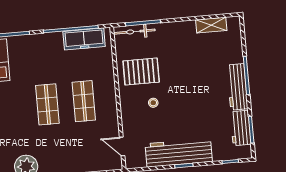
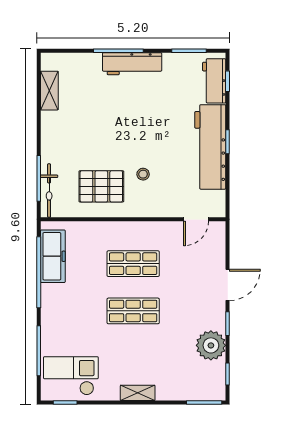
pallet: (141, 72) -> (101, 186), turned 90
workbench: (241, 128) -> (214, 81), moved, turned 90

